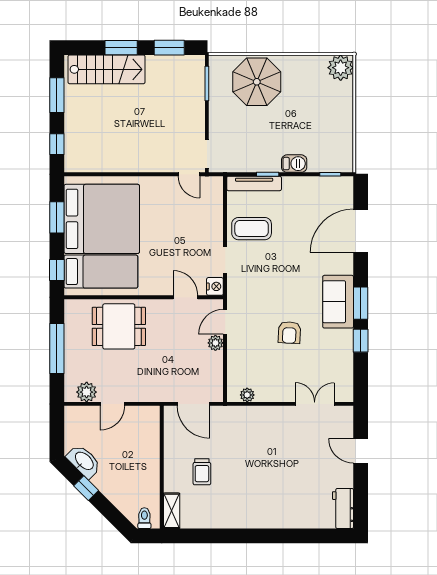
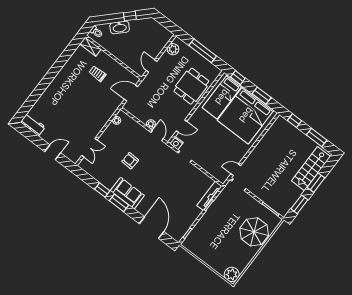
barbecue: (294, 164) -> (205, 221), removed
coffee table: (252, 229) -> (190, 179), removed
door: (112, 404) -> (152, 66), moved
washbasin: (84, 461) -> (120, 27), moved

